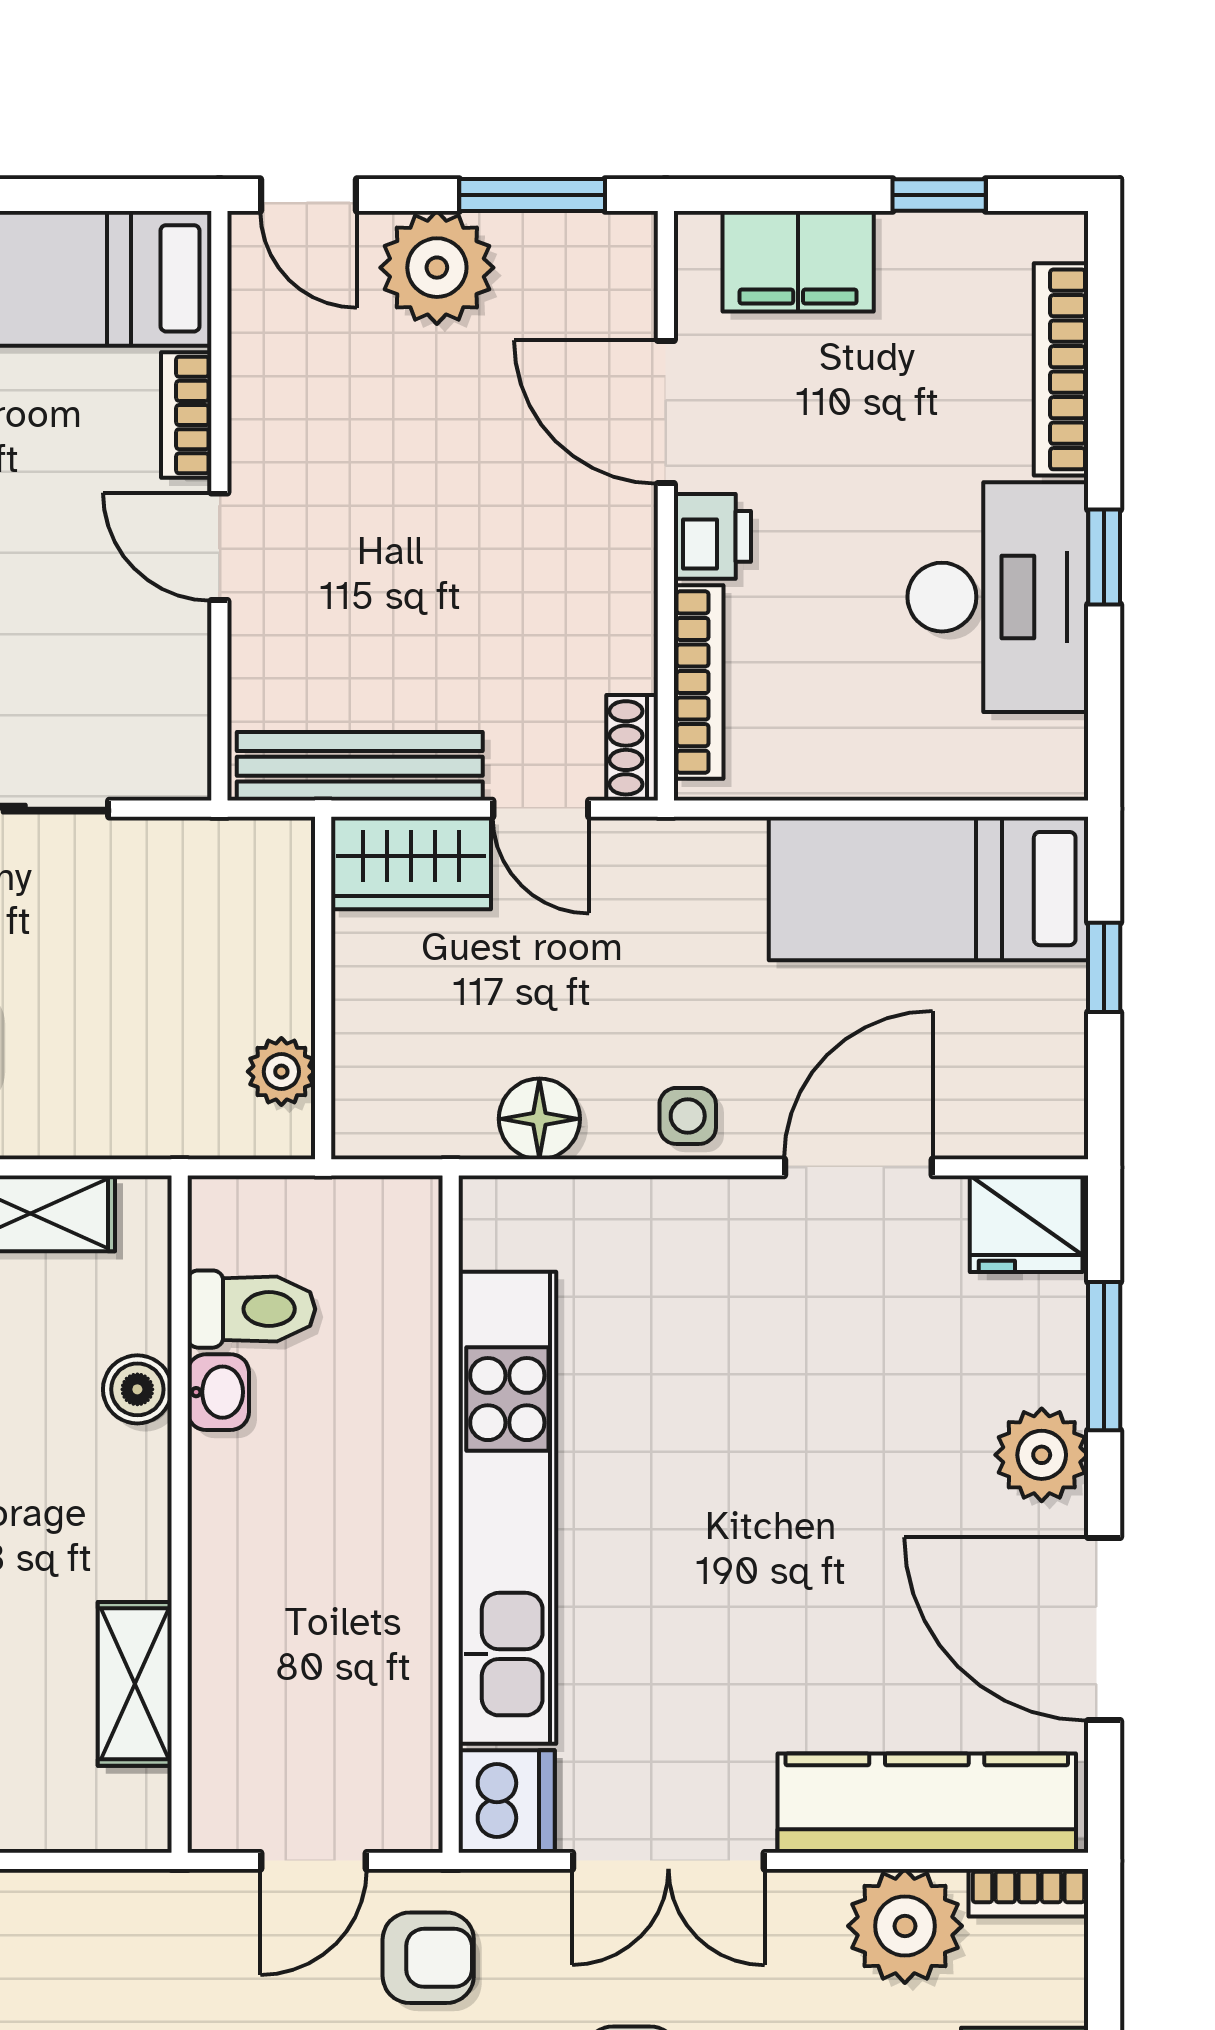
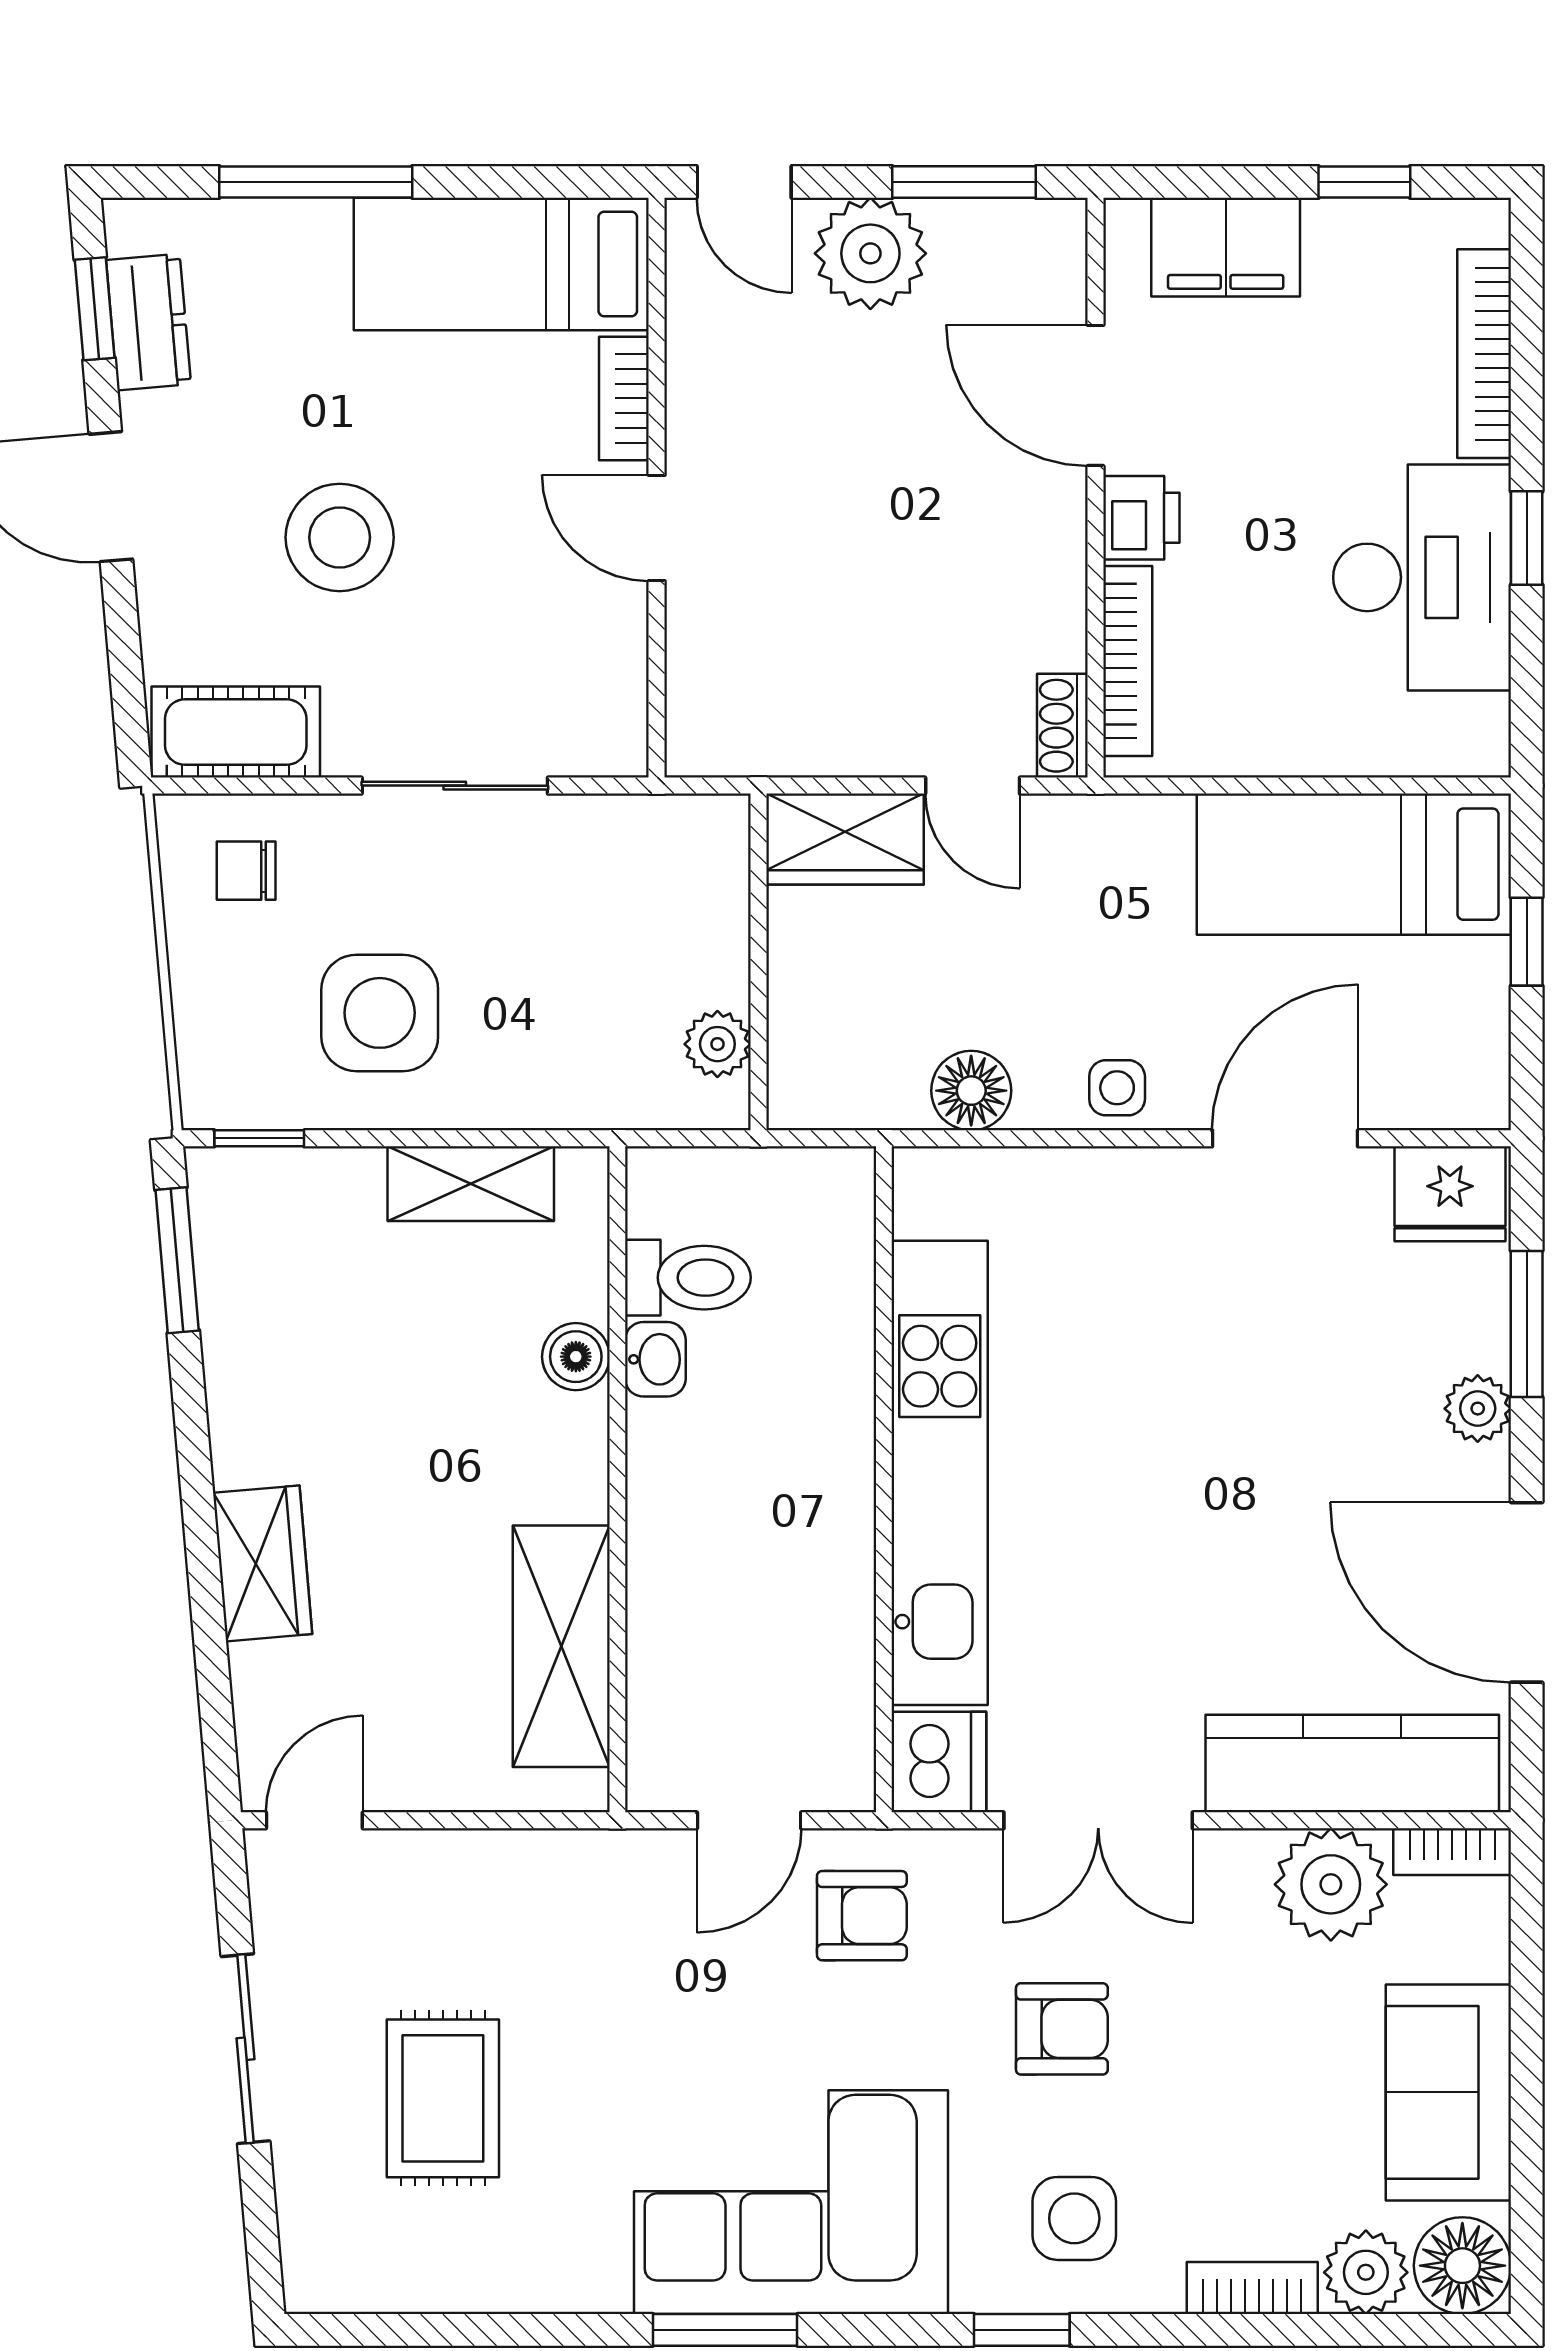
bench: (360, 766) -> (795, 744), removed
plant: (1042, 1455) -> (1478, 1409), width x0.73, depth x0.73
shelving: (135, 1684) -> (561, 1646), width x1.50, depth x1.33

